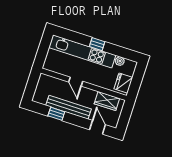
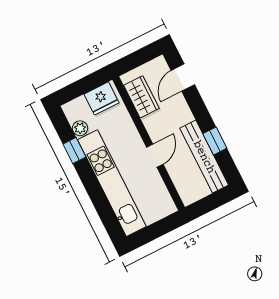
window: (97, 44) -> (74, 151), moved
bench: (69, 107) -> (204, 157), moved

